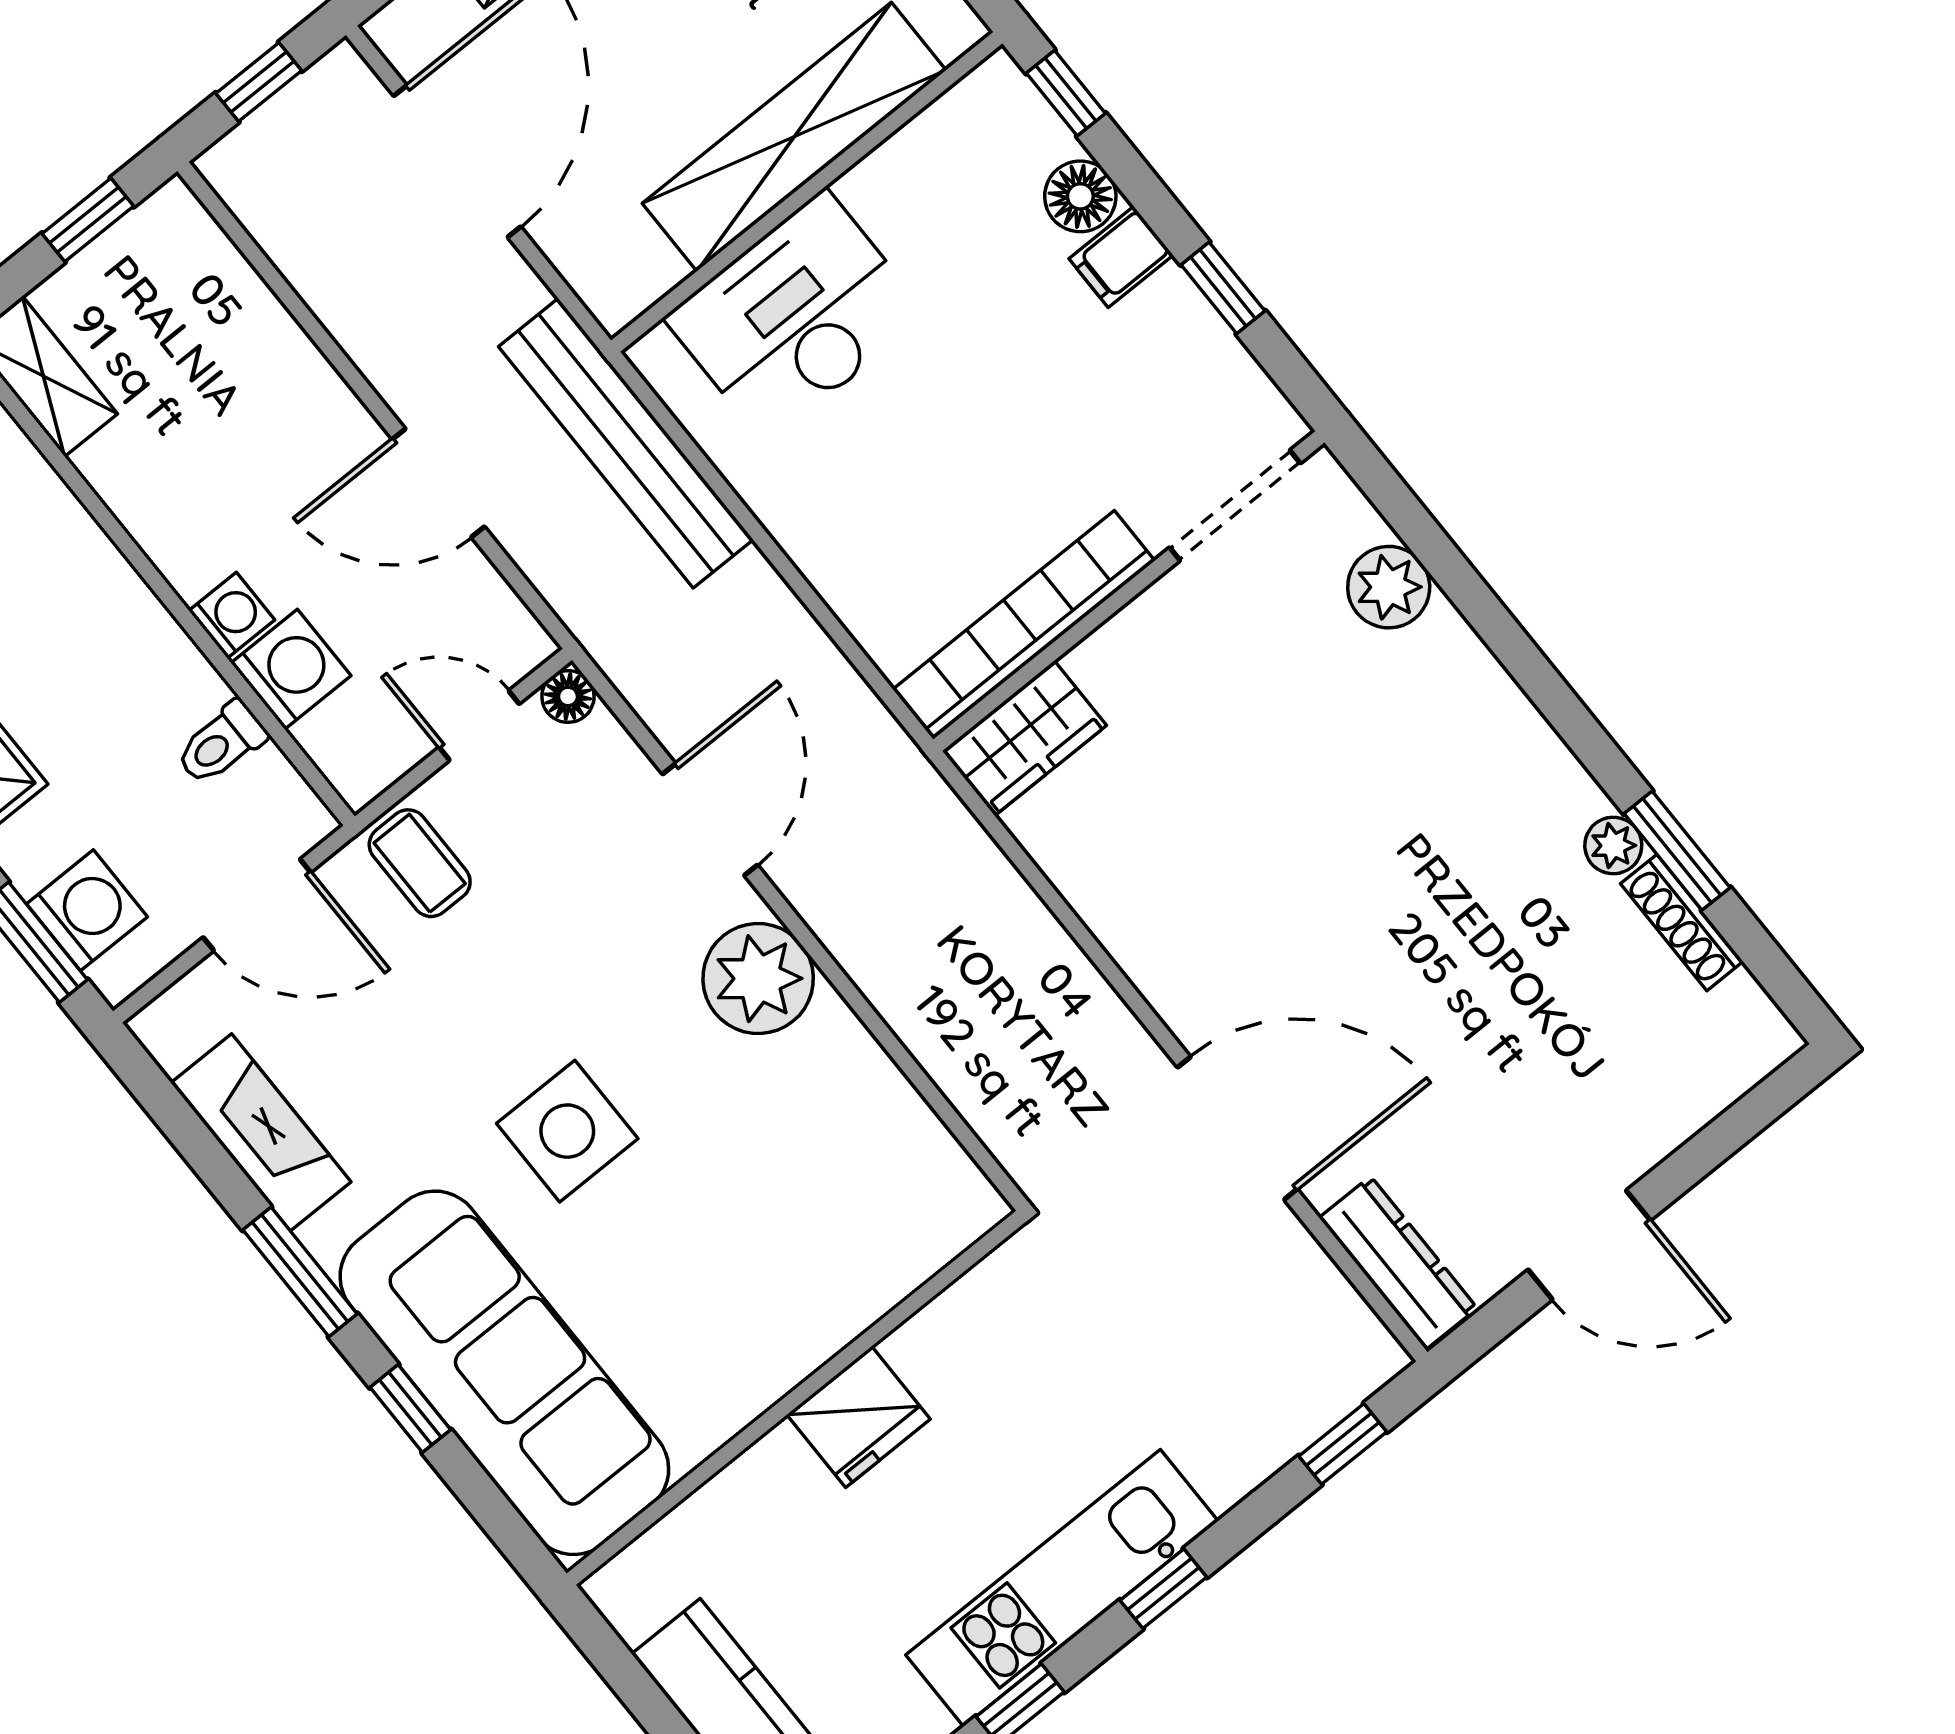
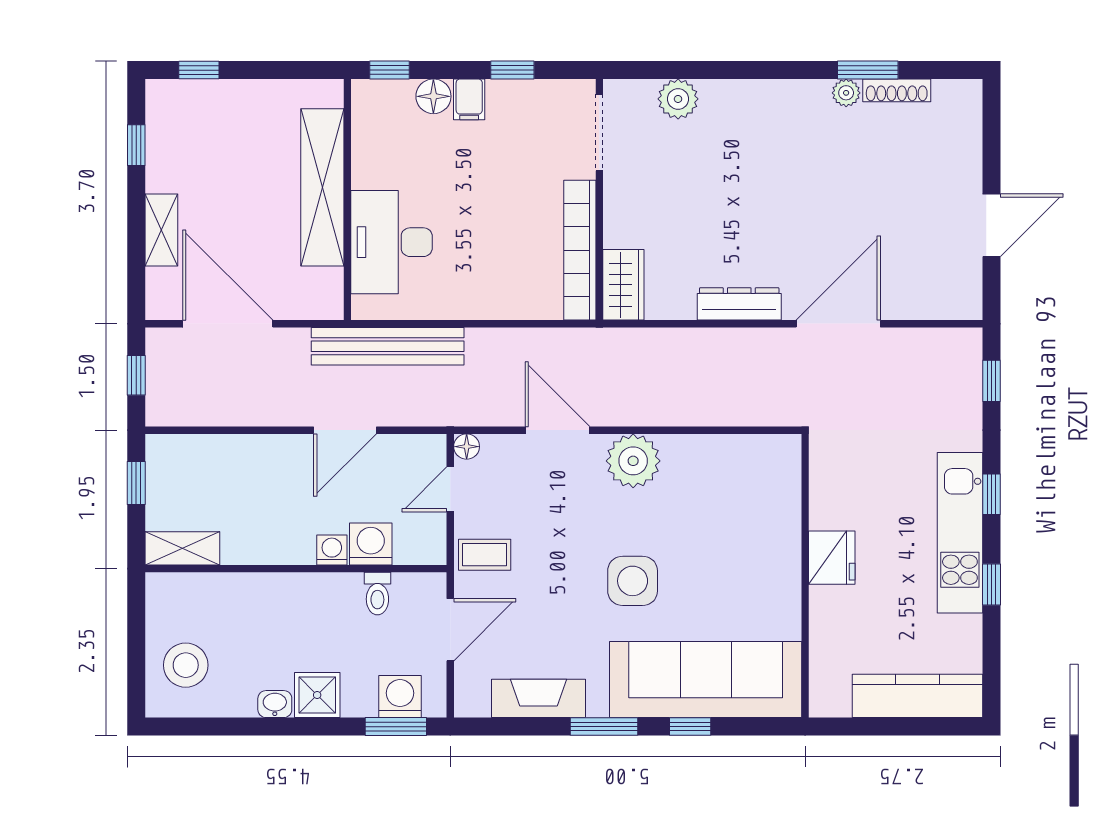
dresser: (1398, 1263) -> (739, 304), moved

